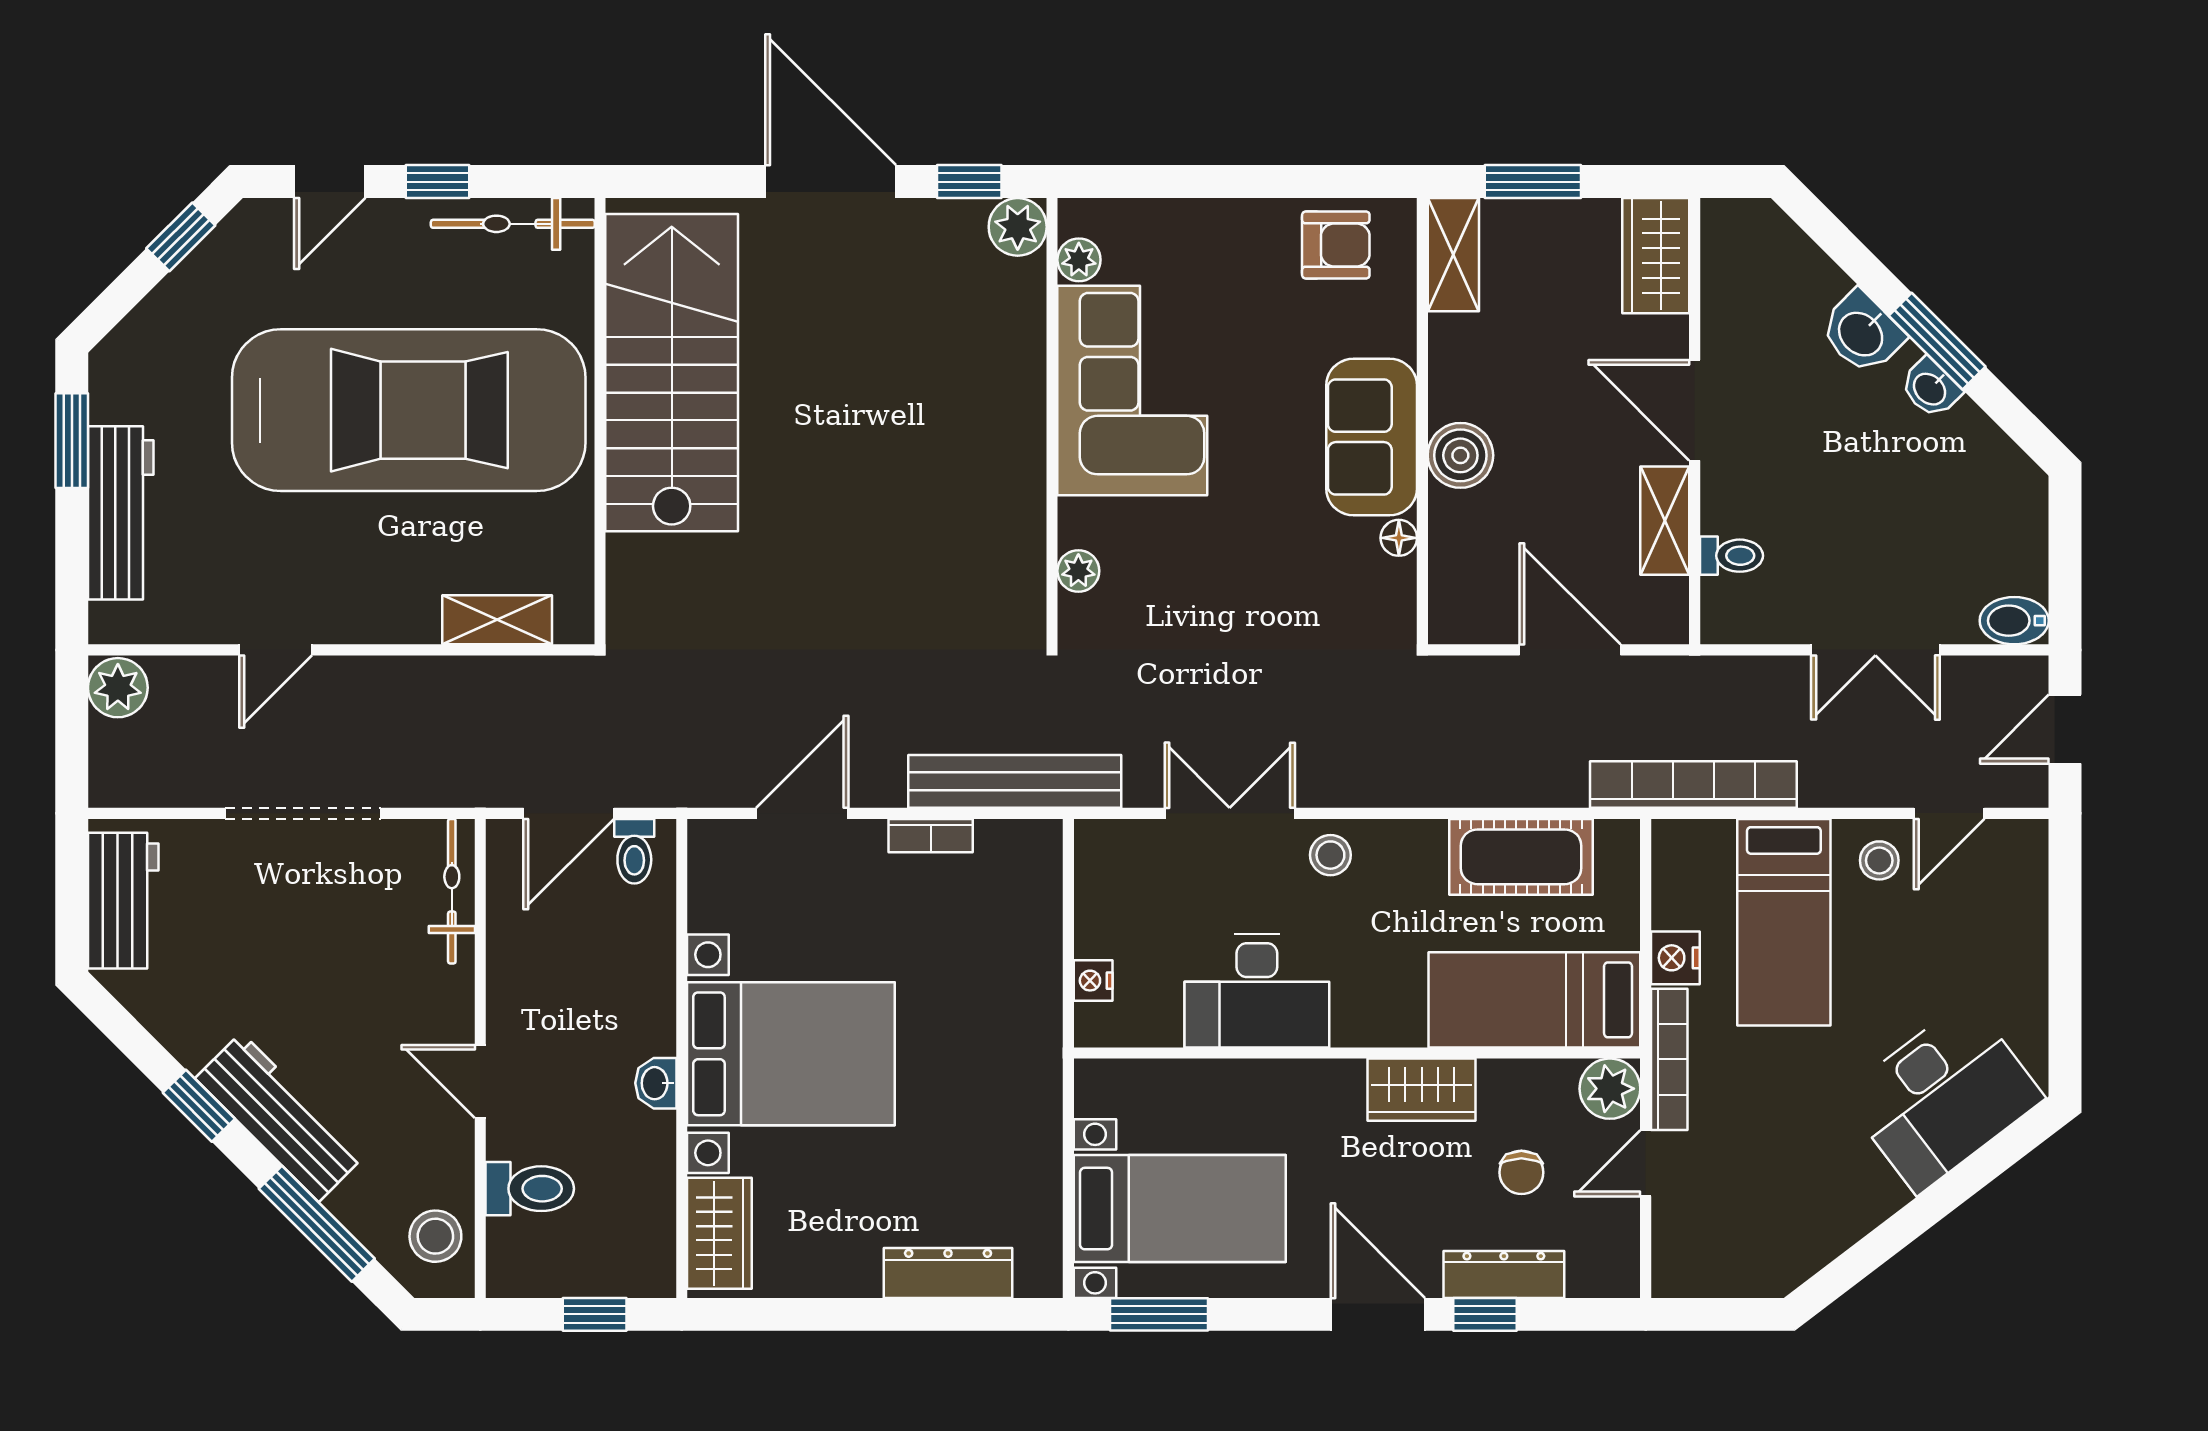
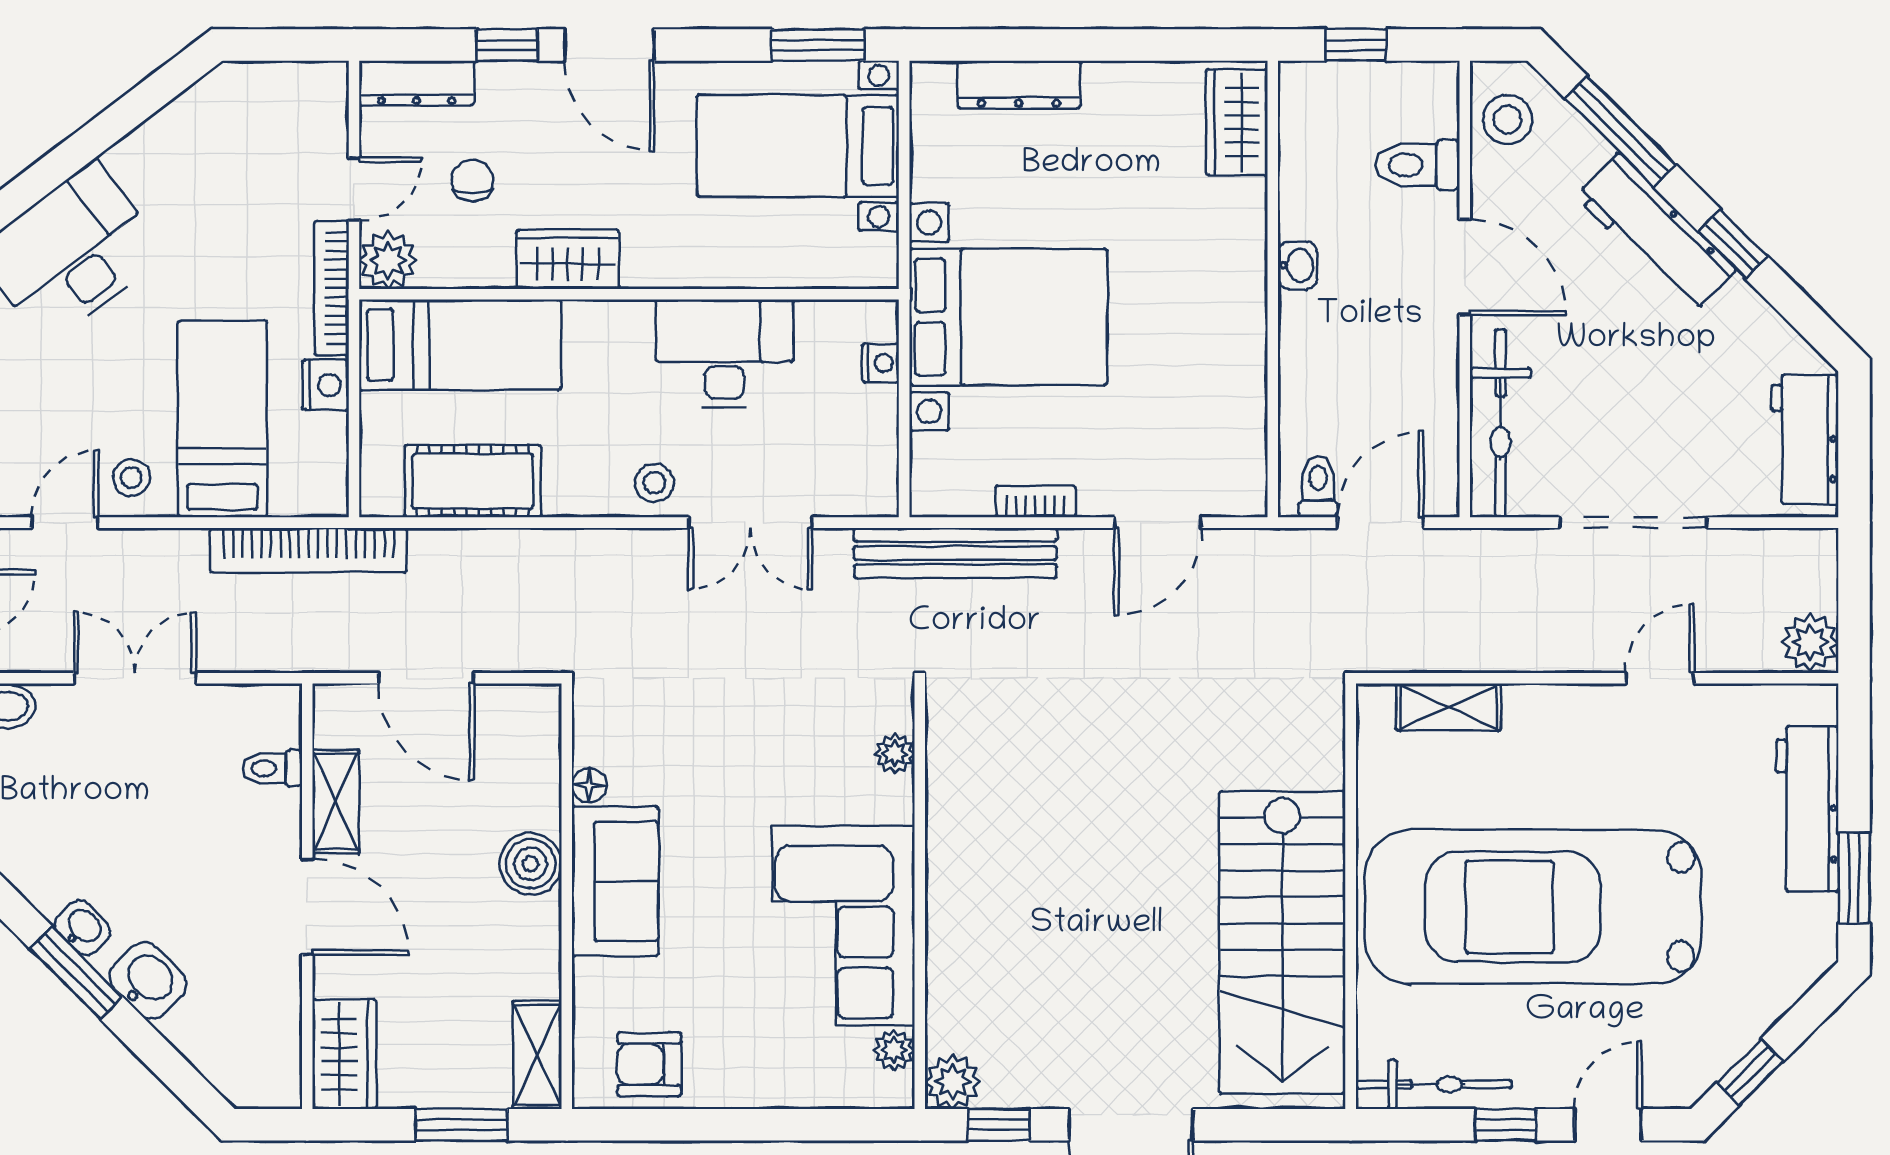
bicycle: (452, 891) -> (1501, 423), width x1.37, depth x1.40
bed with nightstands: (791, 1054) -> (1008, 317), moved, turned 180
door: (480, 1081) -> (1465, 267), width x1.38
dresser: (1504, 1274) -> (417, 83), moved

